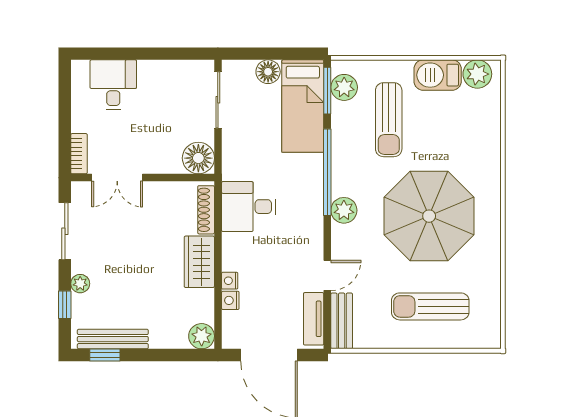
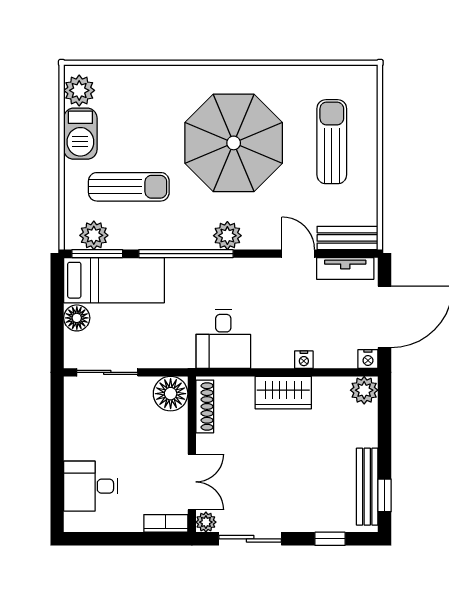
shoe rack: (206, 210) -> (205, 406), moved, turned -90
plant: (80, 284) -> (206, 522), moved
nightstand: (230, 300) -> (368, 359), moved
sun lounger: (430, 306) -> (332, 142), turned 180

